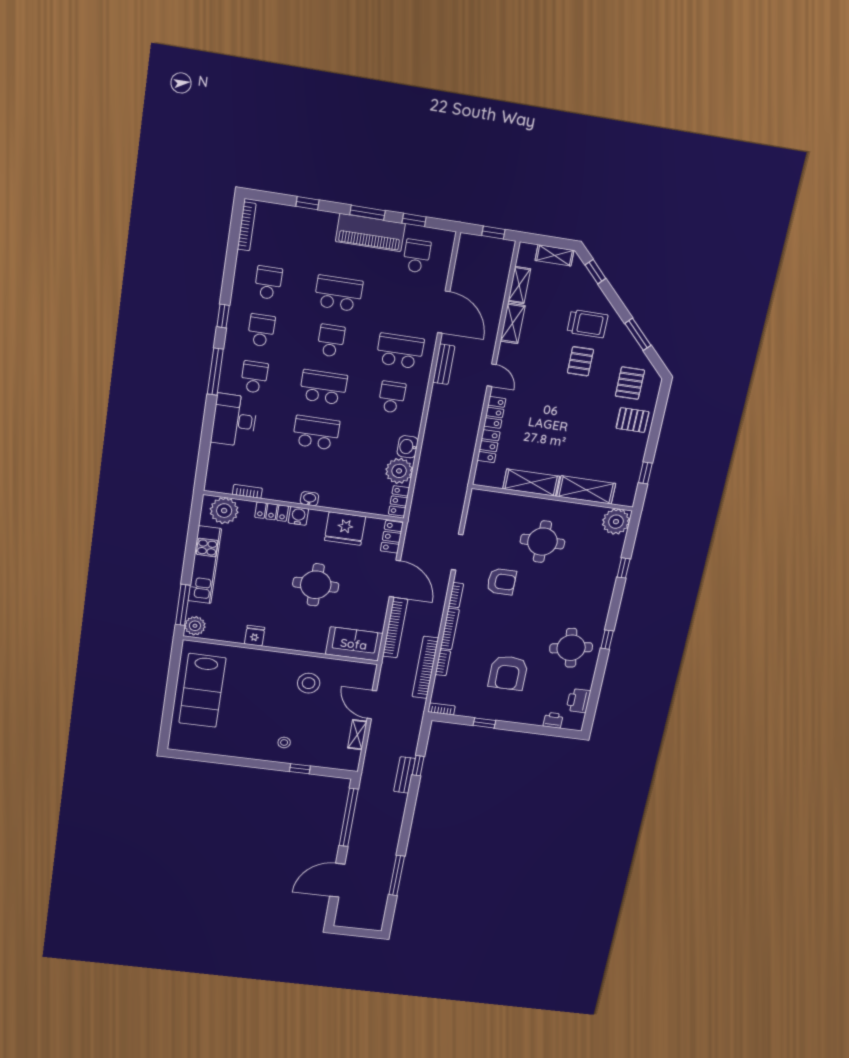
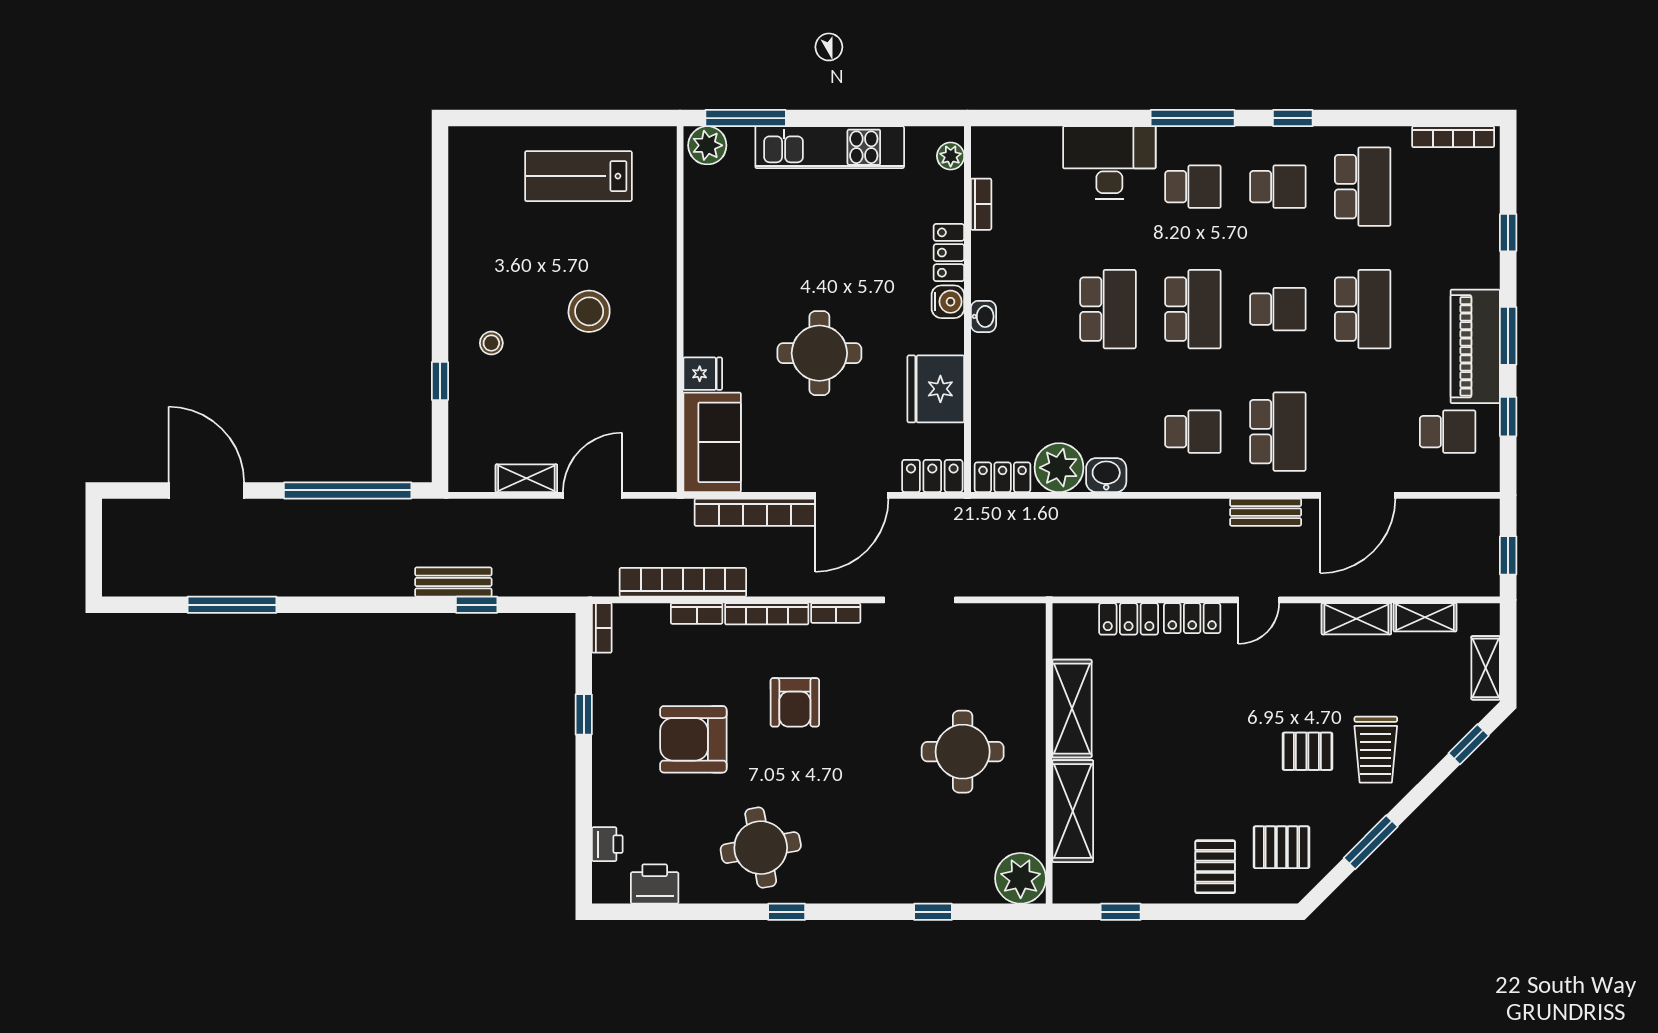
school desk: (268, 283) -> (1363, 187), width x1.85
plant: (224, 511) -> (951, 156), width x0.53, depth x0.53
armchair: (501, 582) -> (795, 702), moved
fridge: (255, 636) -> (703, 374), moved
stool: (309, 683) -> (589, 311), moved
lab bench: (202, 690) -> (578, 176), width x0.73, depth x0.72

